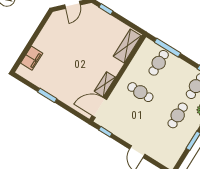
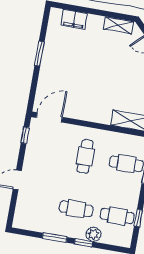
shelving: (105, 84) -> (119, 25), moved
door: (99, 108) -> (49, 117), hinge flipped

